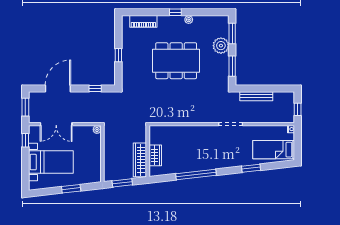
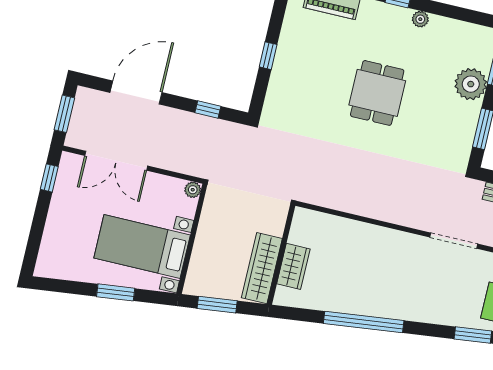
dining table: (176, 61) -> (377, 93), width x0.53, depth x0.80
bed with nightstands: (51, 162) -> (142, 247), moved, turned 180

